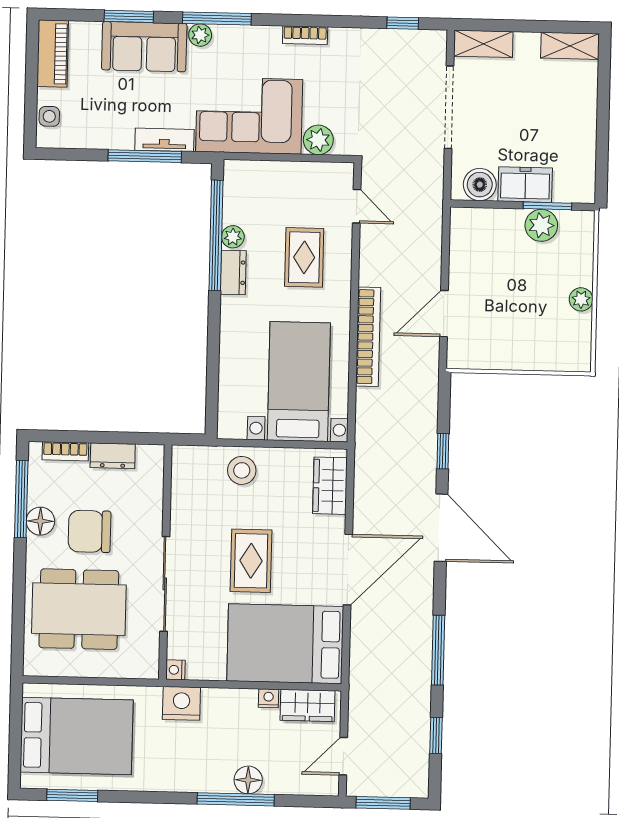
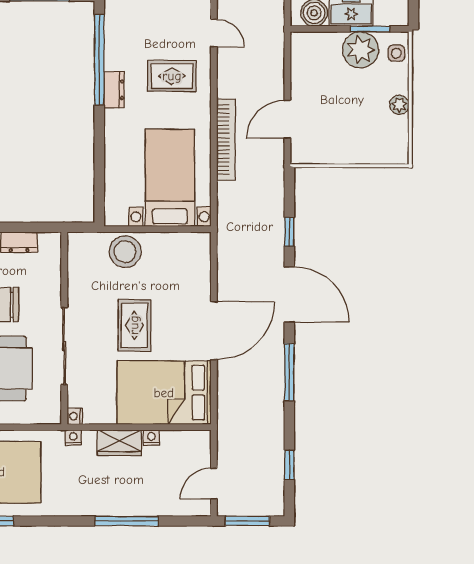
plant: (541, 225) -> (360, 50), width x1.36, depth x1.36
side table: (579, 236) -> (396, 53), added
plant: (233, 237) -> (113, 61), removed
rug: (304, 257) -> (172, 76), turned 90
stool: (242, 470) -> (125, 252), width x1.38, depth x1.38
wardrobe: (330, 486) -> (198, 262), removed
window: (438, 650) -> (289, 372), moved
nightstand: (181, 703) -> (73, 437), width x0.53, depth x0.56
wardrobe: (307, 705) -> (119, 443), moved
floor lamp: (248, 780) -> (136, 505), removed

